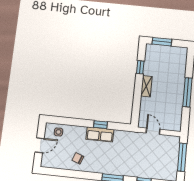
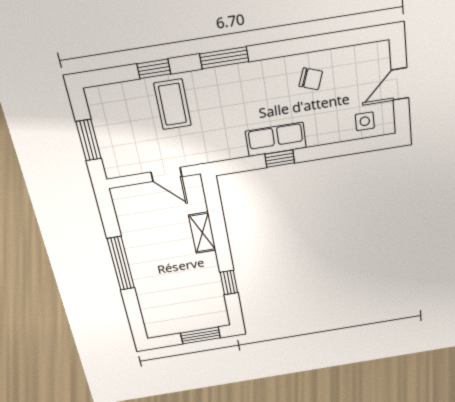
shelving: (146, 86) -> (202, 233), moved
window: (182, 157) -> (88, 140), width x0.69
coffee table: (141, 163) -> (173, 104), added

